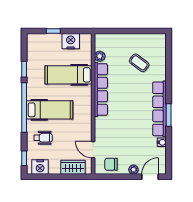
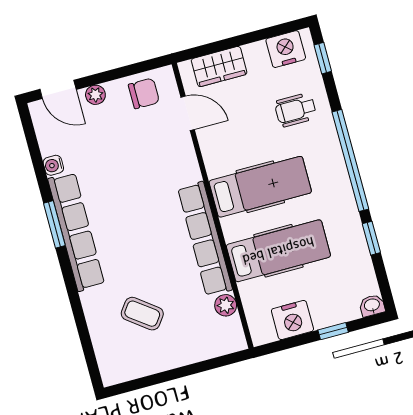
washbasin: (32, 38) -> (372, 305), added
hospital bed: (50, 110) -> (260, 187), moved, turned 180
door: (150, 177) -> (58, 89), hinge flipped

